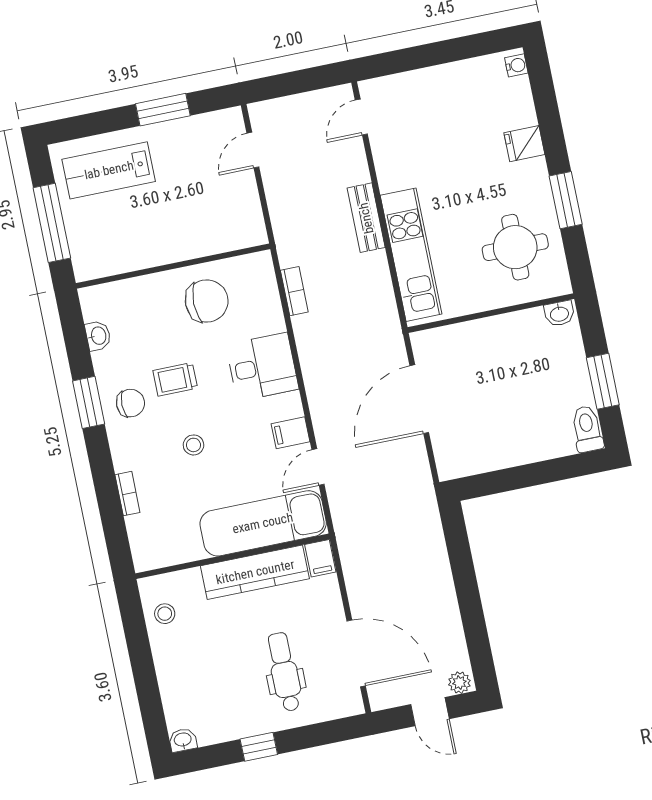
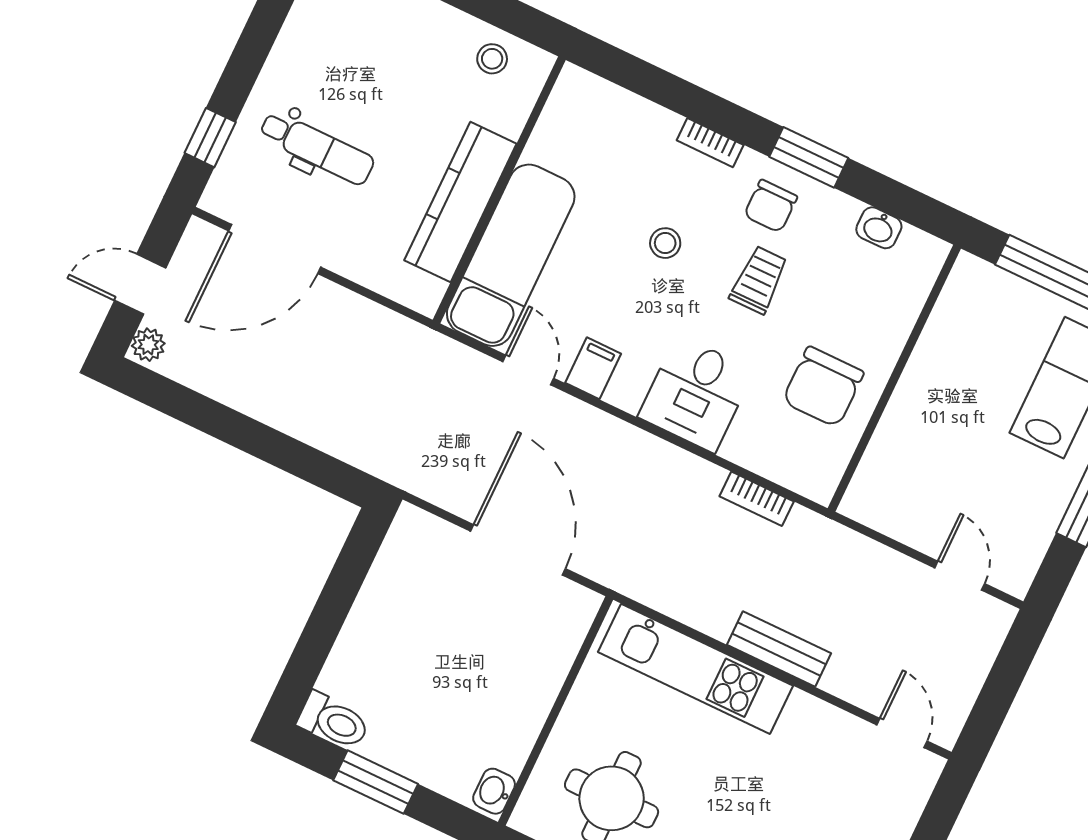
bookcase: (127, 494) -> (710, 143), moved
filing cabinet: (320, 558) -> (419, 291), removed
window: (259, 747) -> (210, 138), moved

